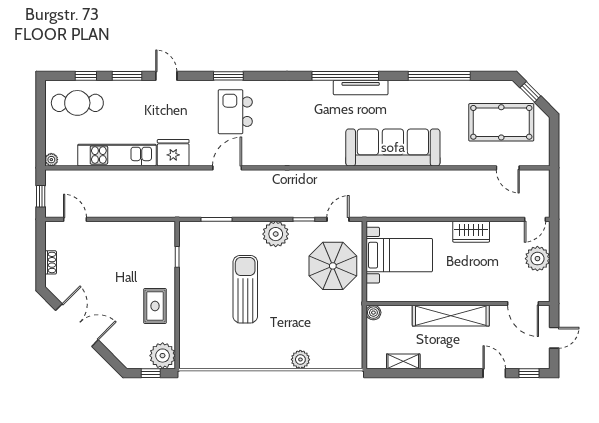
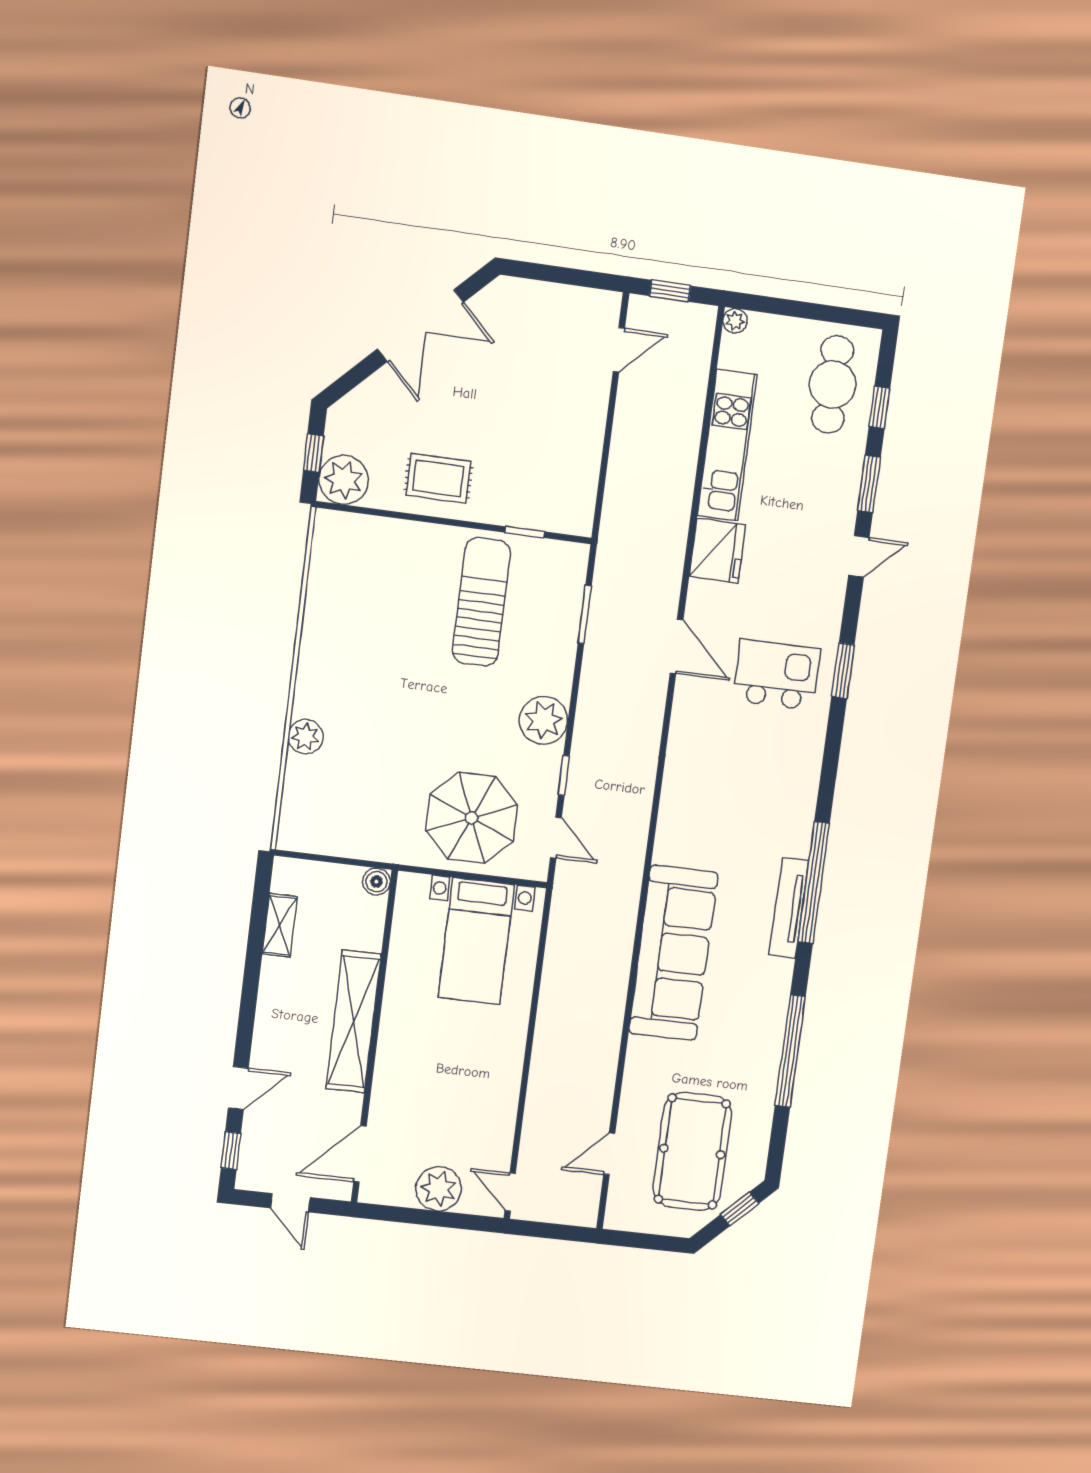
wardrobe: (471, 232) -> (502, 1076), removed
shoe rack: (51, 262) -> (544, 292), removed
sun lounger: (245, 289) -> (481, 602), moved, turned -90

